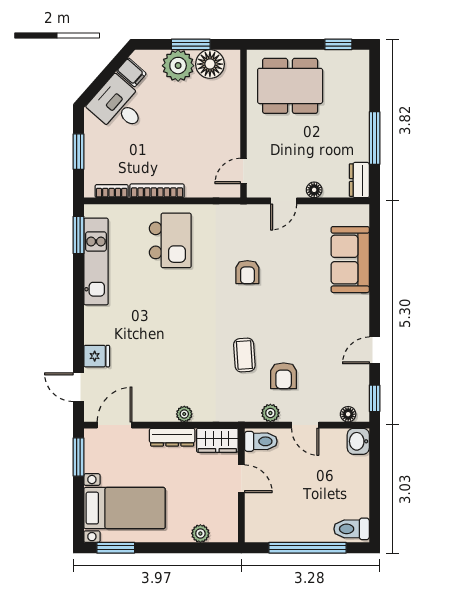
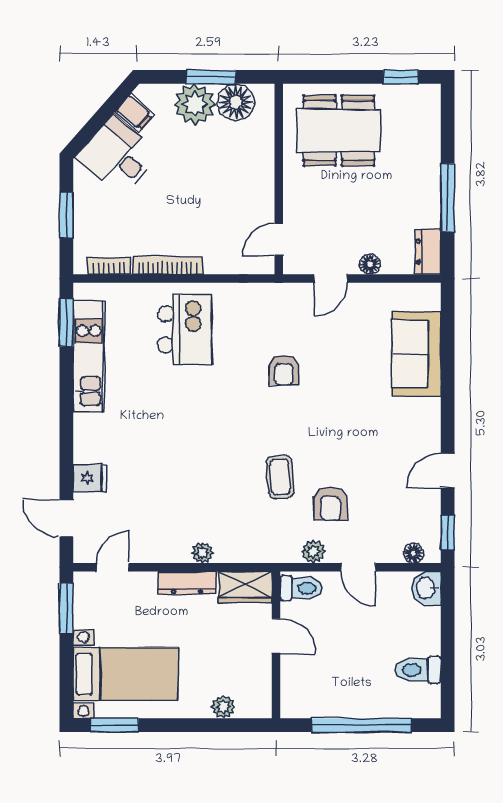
door: (115, 425) -> (113, 567), width x0.73
toilet: (352, 529) -> (418, 670), moved

